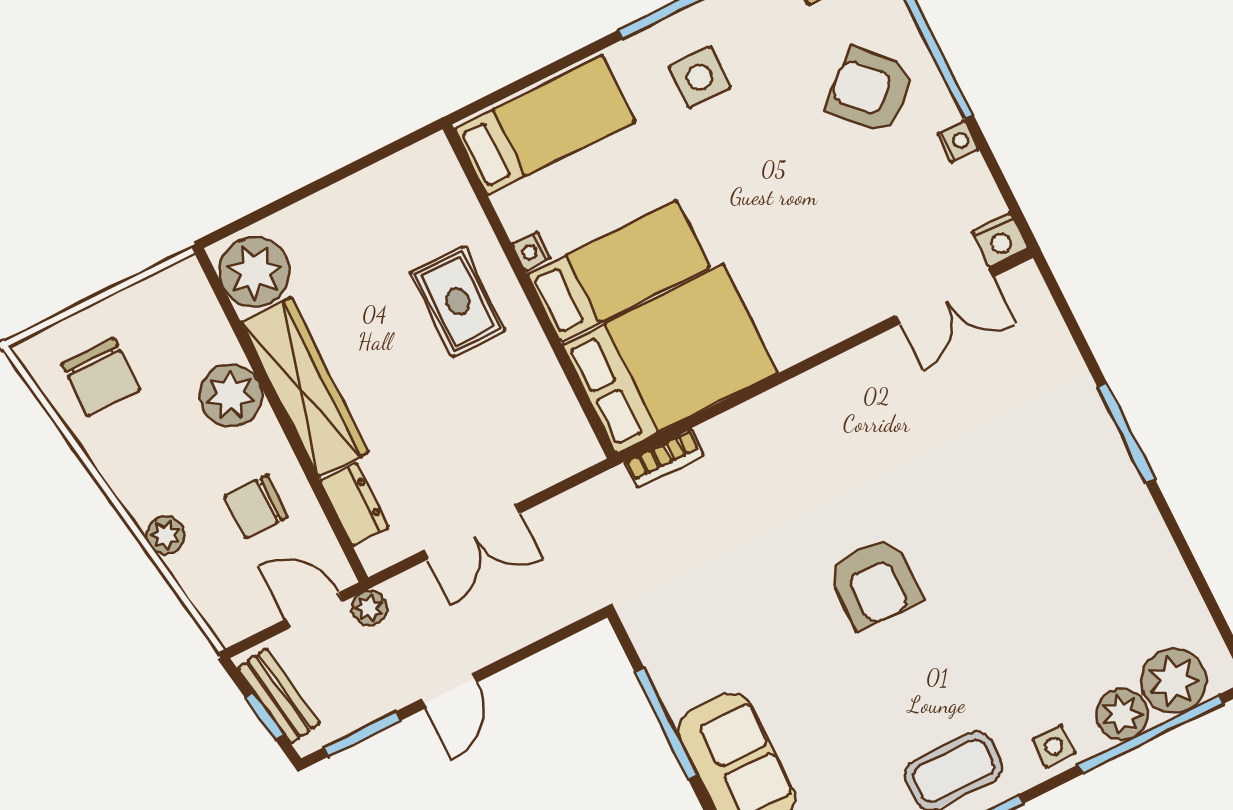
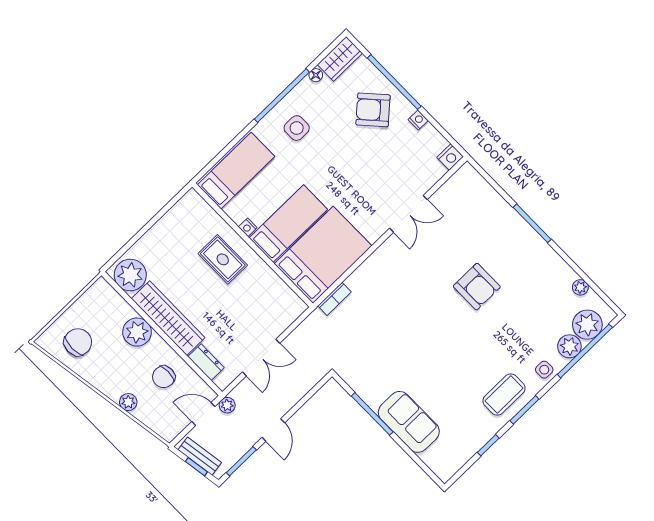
double door: (944, 296) -> (408, 214), moved
chair: (101, 377) -> (78, 342), turned -90
armchair: (874, 583) -> (477, 287), moved
plant: (1184, 599) -> (580, 287), added

